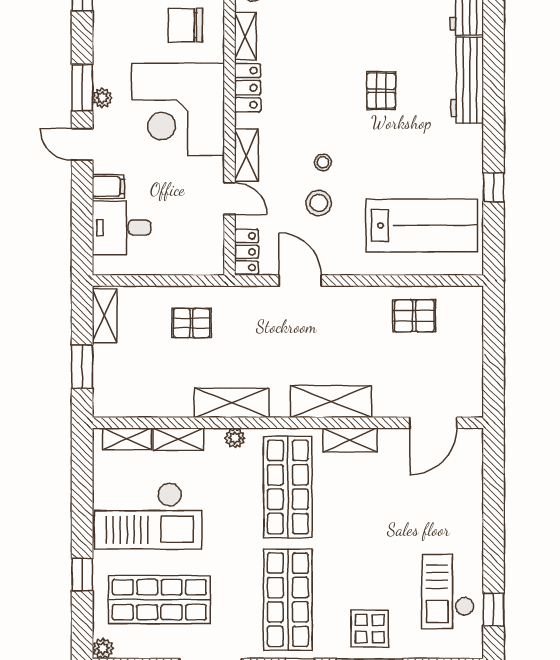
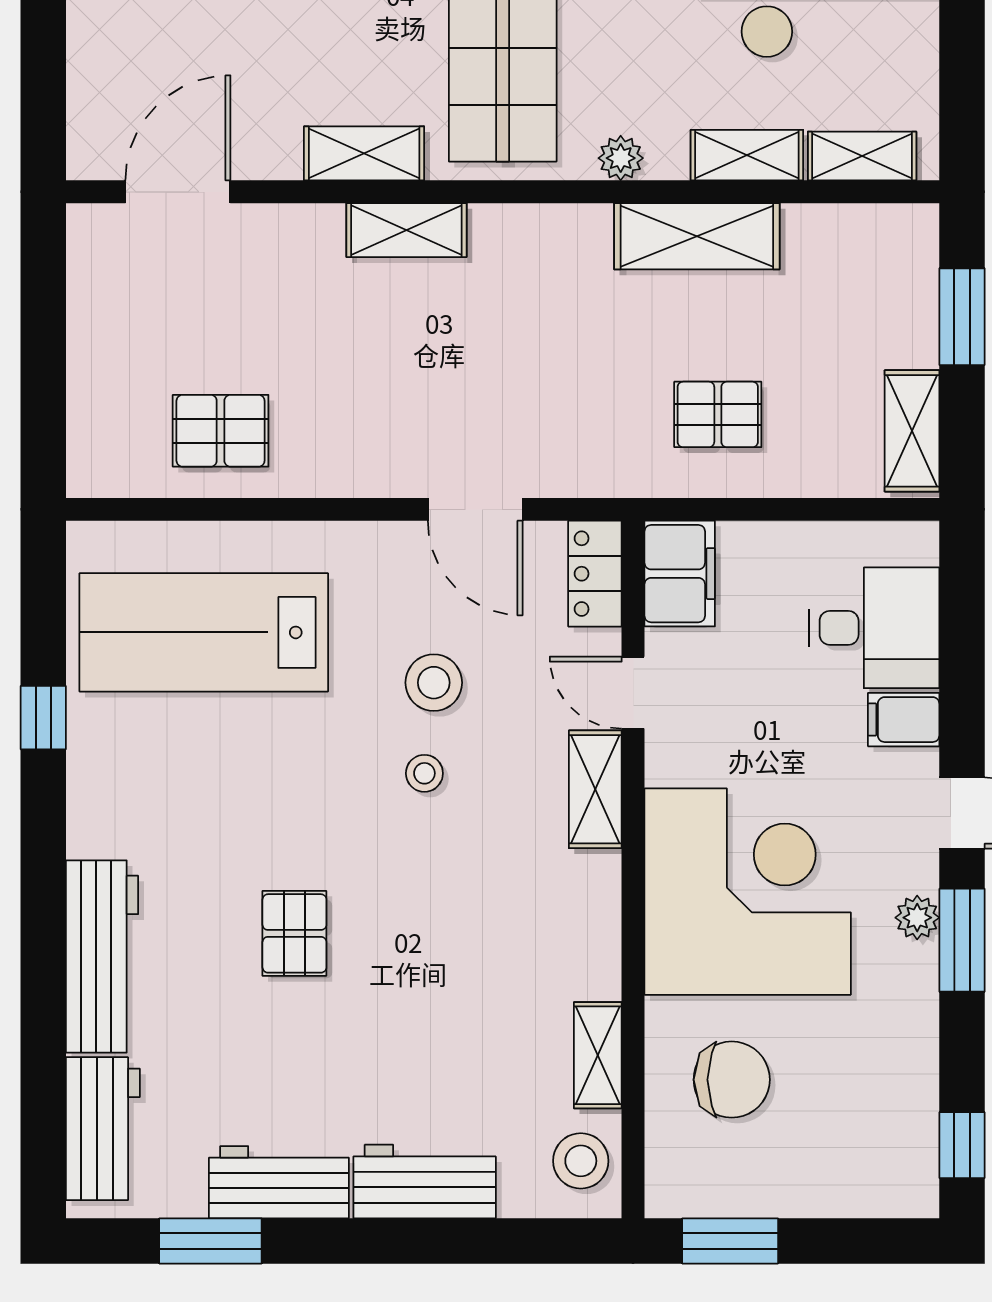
locker: (248, 88) -> (593, 940), removed
filing cabinet: (209, 252) -> (680, 574), added
shelving: (331, 402) -> (406, 230), width x0.67, depth x0.75
shelving: (232, 403) -> (697, 236), moved

